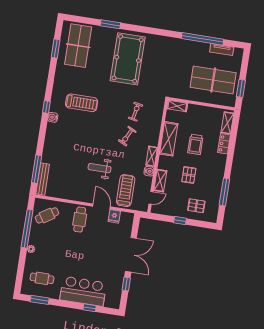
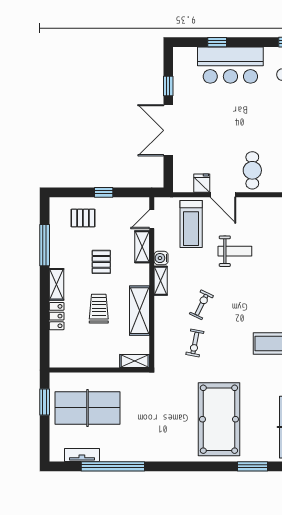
shelving: (227, 123) -> (56, 284), moved

